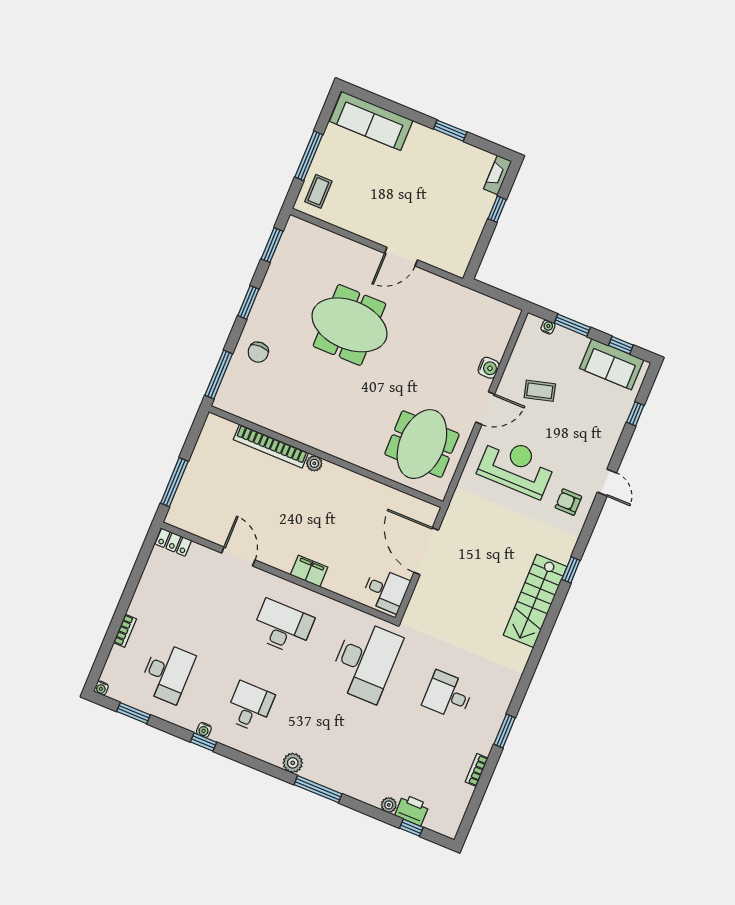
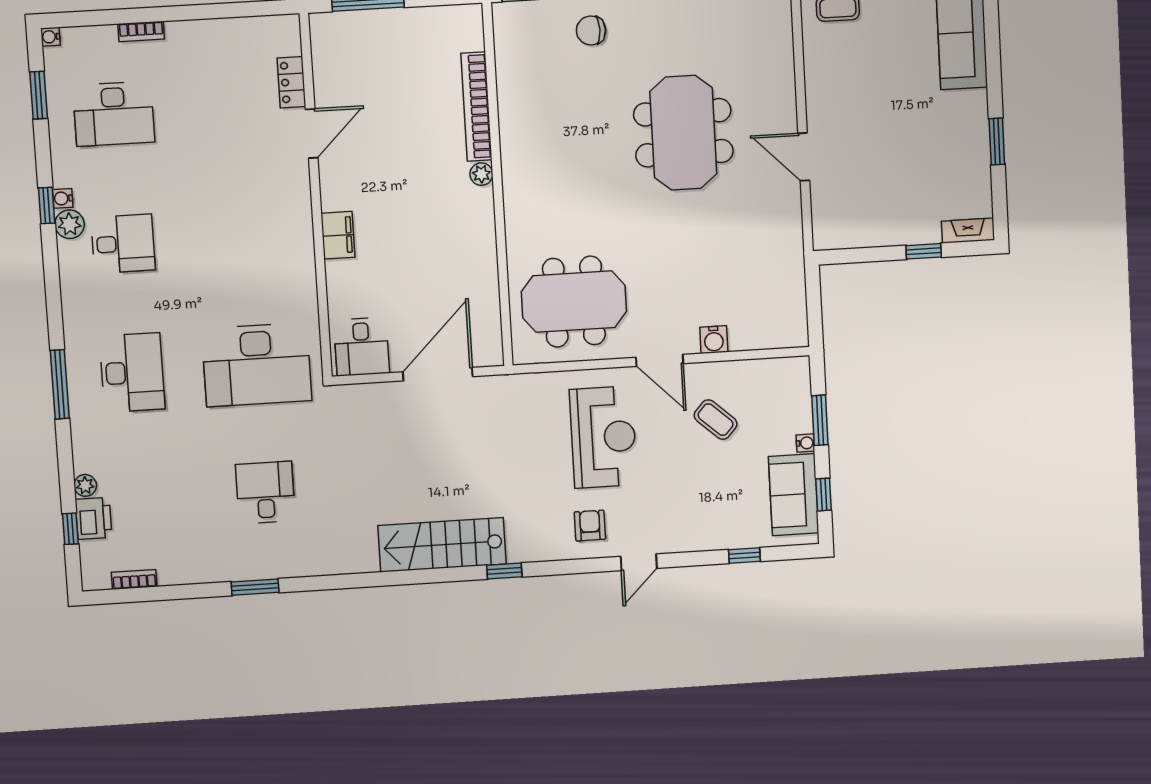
water cooler: (548, 327) -> (805, 443), moved
coffee table: (540, 391) -> (716, 420), turned -33
locker: (173, 542) -> (291, 82), moved
desk: (283, 627) -> (132, 372), moved
plant: (293, 763) -> (70, 224), moved
bookcase: (477, 770) -> (134, 579), moved

